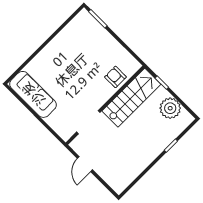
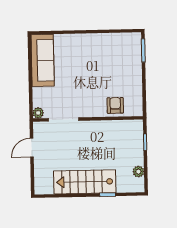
stairs: (131, 98) -> (85, 182), moved, turned 180
plant: (170, 108) -> (138, 172), width x0.53, depth x0.53
plant: (66, 135) -> (38, 113), added

